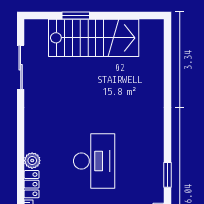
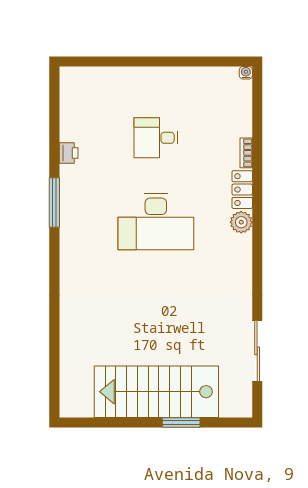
desk: (94, 161) -> (156, 222), turned -90
window: (168, 175) -> (54, 203), width x1.44

